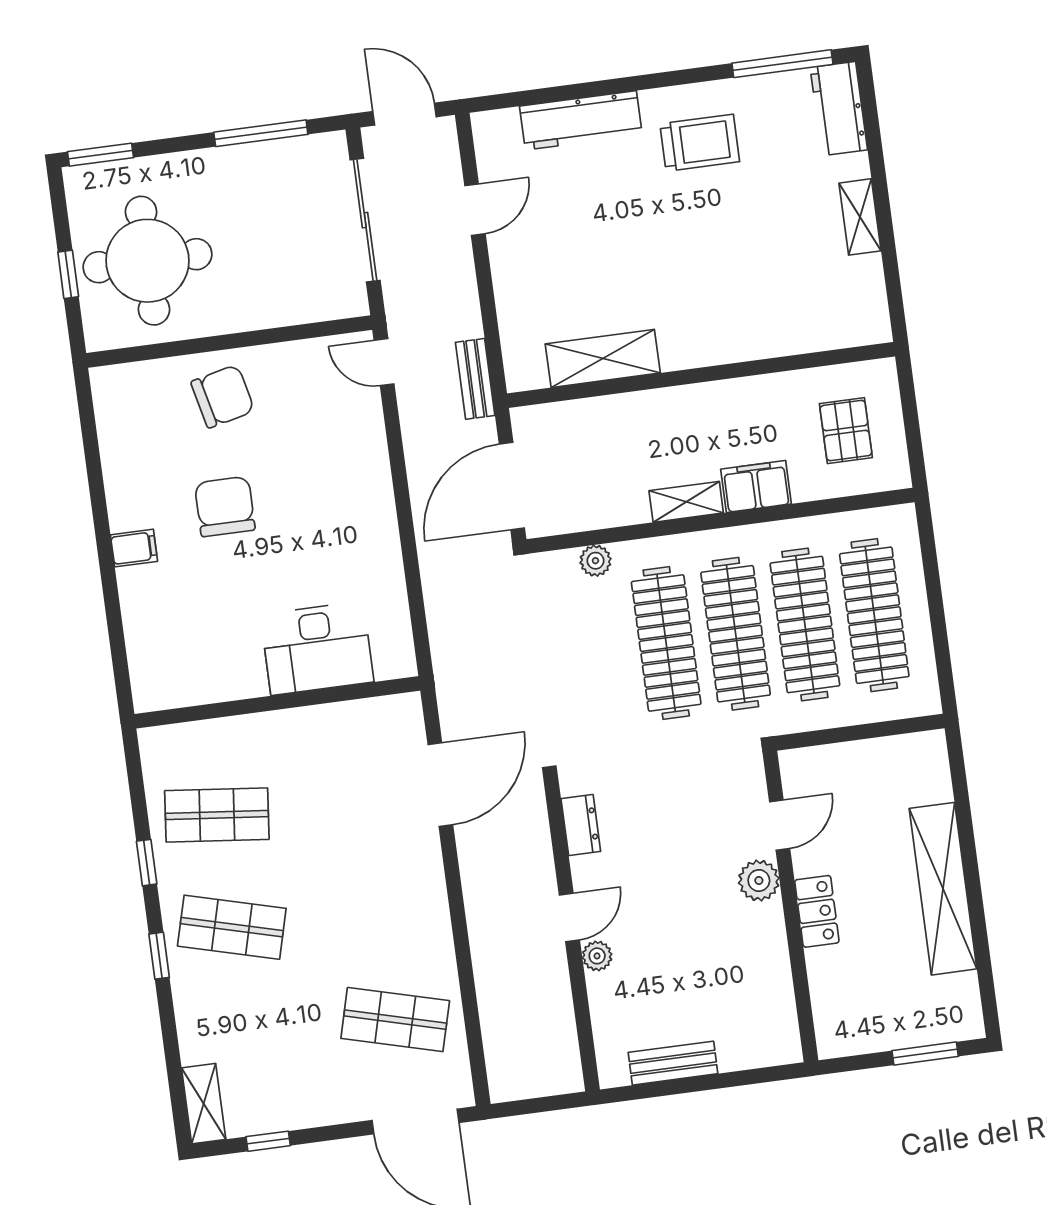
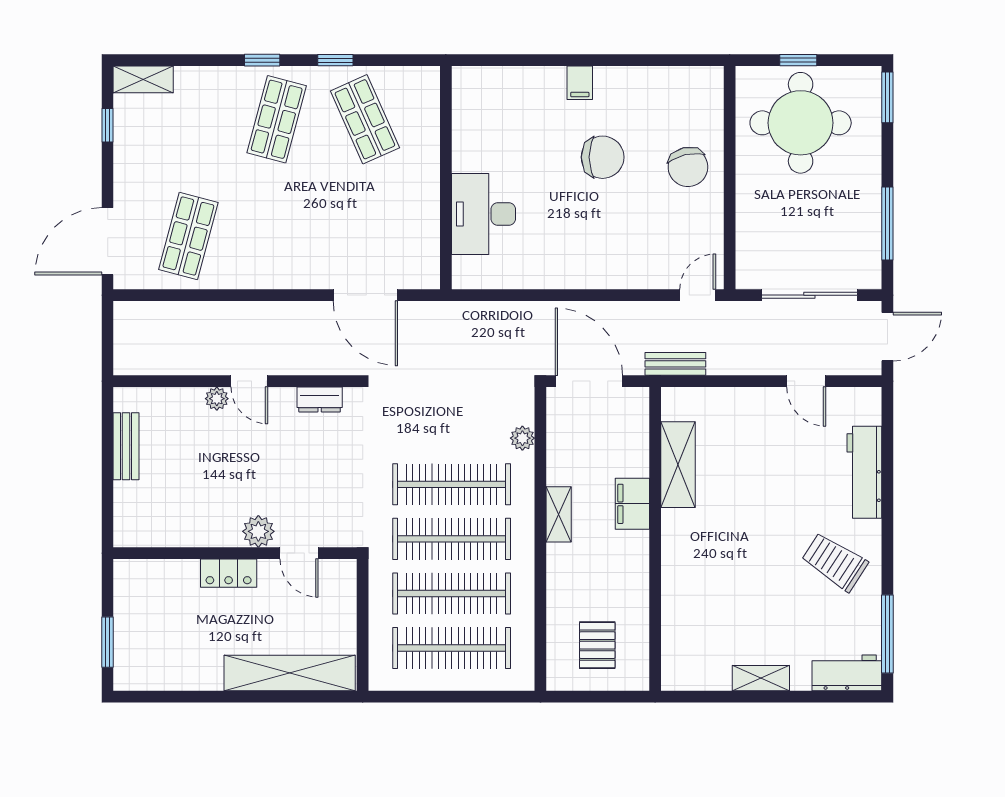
trolley: (700, 143) -> (835, 562), turned 123
pallet: (846, 431) -> (597, 645), turned 90
filing cabinet: (756, 487) -> (632, 504), moved, turned 180
shop shelf: (217, 815) -> (365, 119), turned -30
shelving: (943, 889) -> (290, 673), moved

